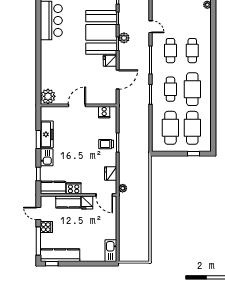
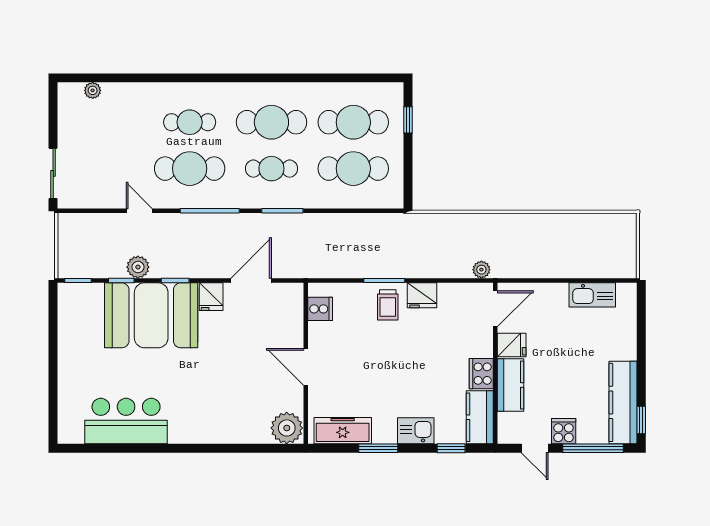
door: (151, 27) -> (139, 211), hinge flipped
plant: (124, 38) -> (138, 267), moved
cafe table: (170, 51) -> (190, 169), width x1.37, depth x1.35
door: (118, 80) -> (251, 280), hinge flipped
freezer: (47, 134) -> (343, 431), moved
fridge: (111, 173) -> (422, 295), moved
door: (38, 213) -> (535, 448), hinge flipped
kitchen sink: (111, 251) -> (592, 295), moved

